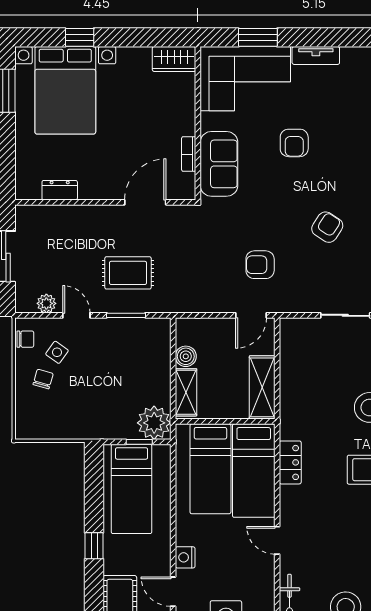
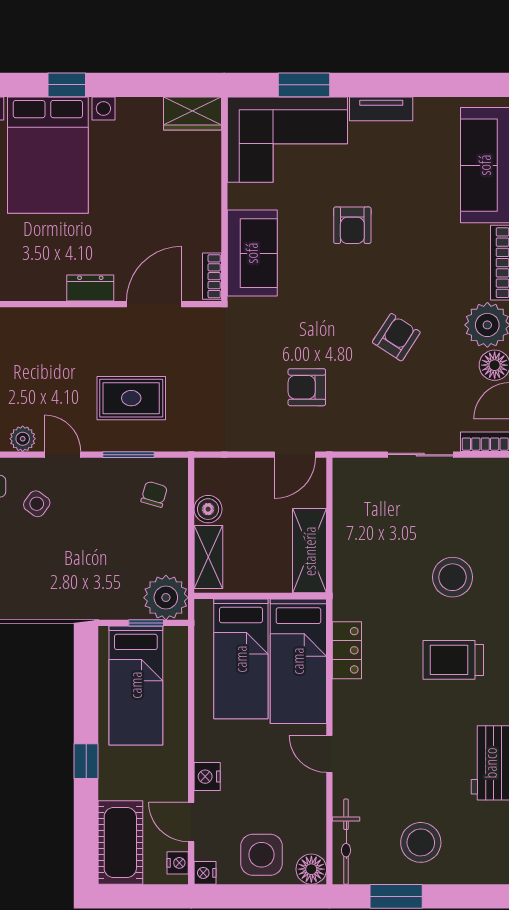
bookcase: (189, 154) -> (212, 276), moved
dresser: (60, 190) -> (90, 288), moved
chair: (43, 379) -> (154, 494), moved

